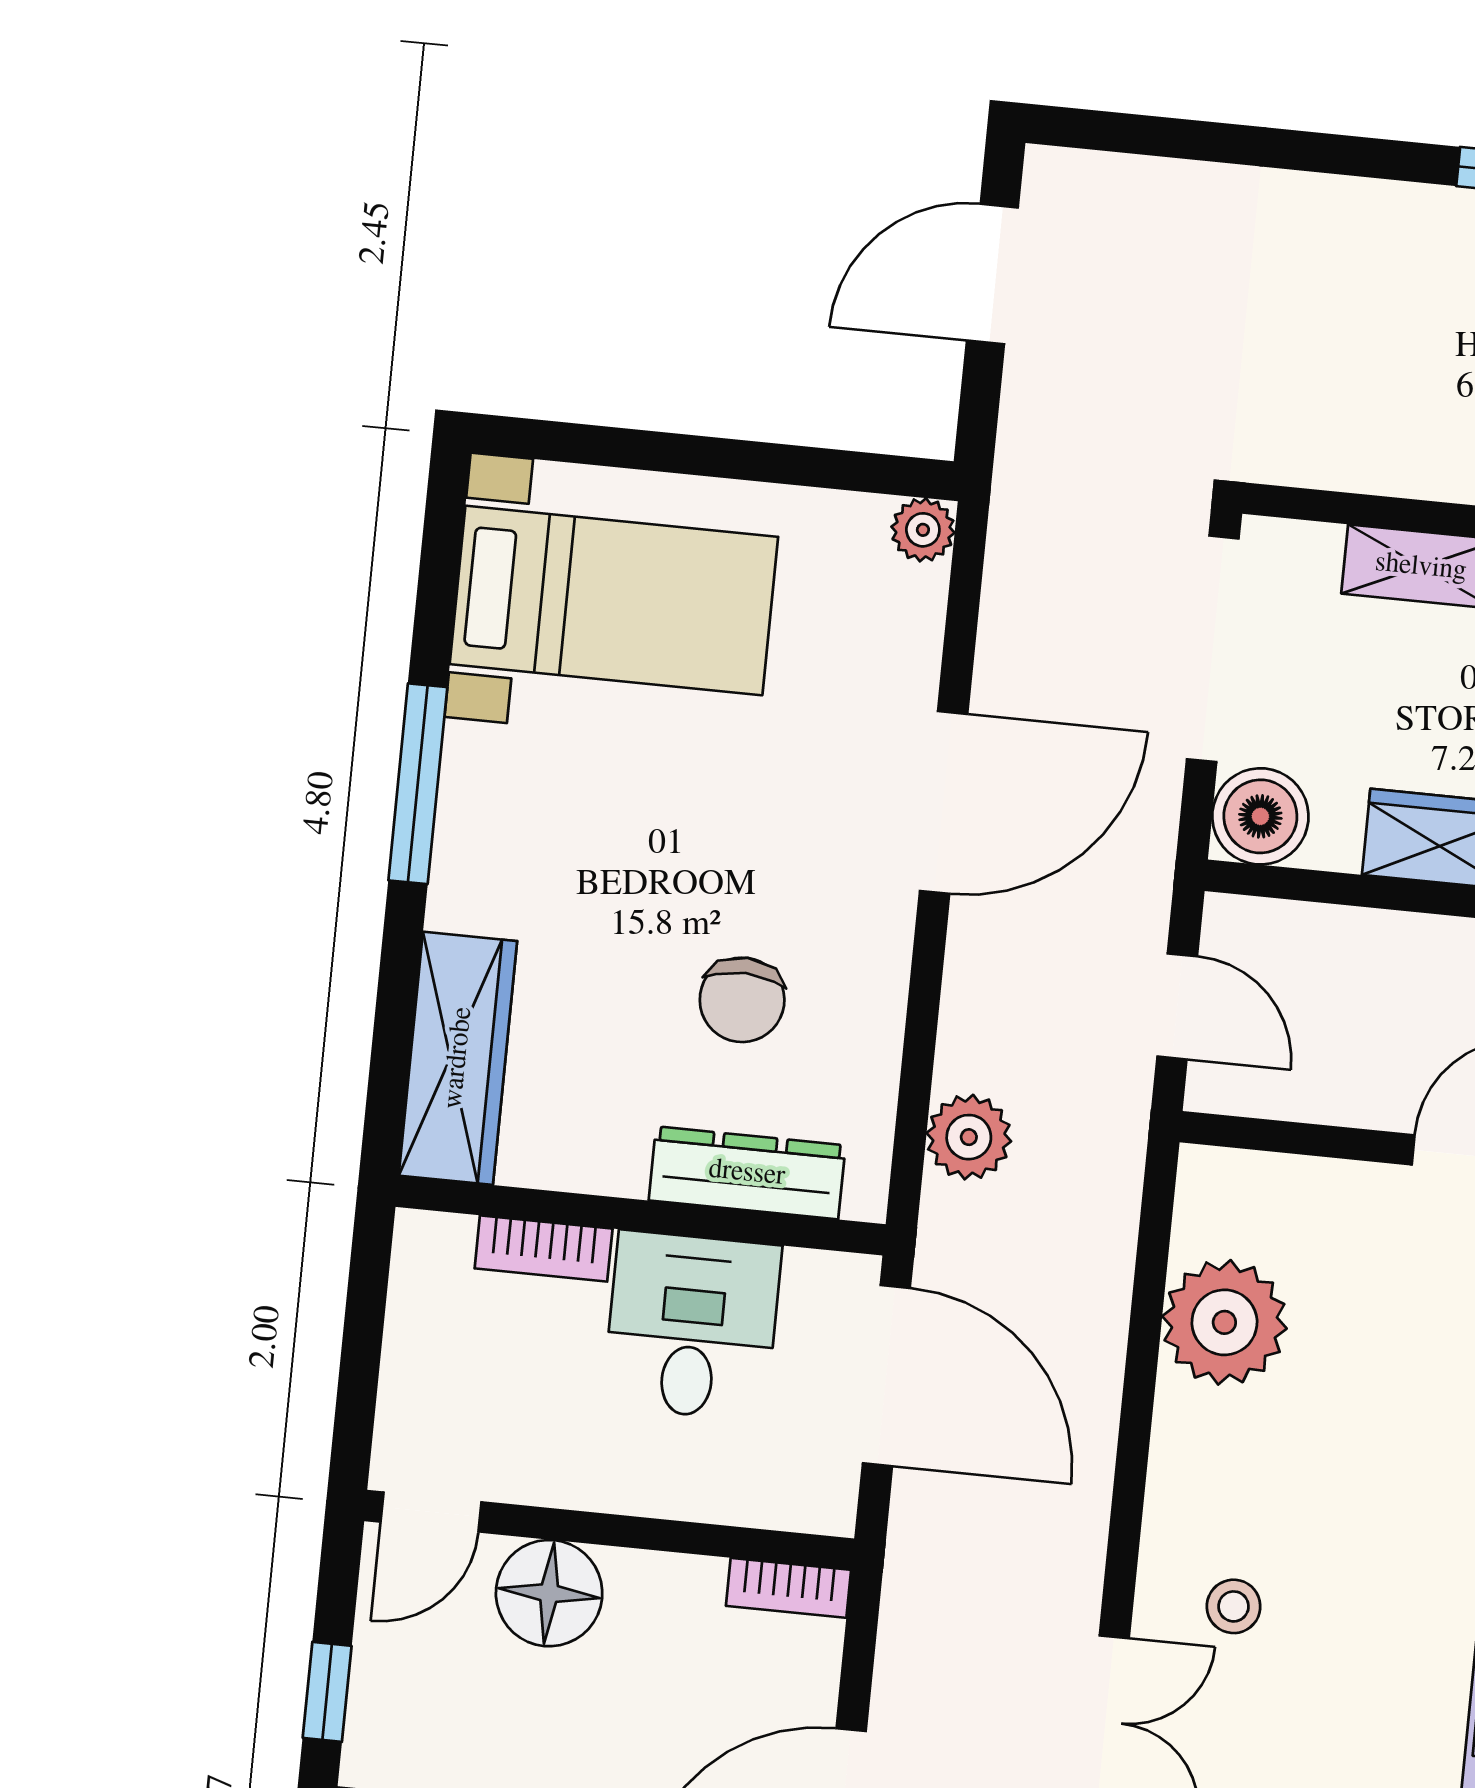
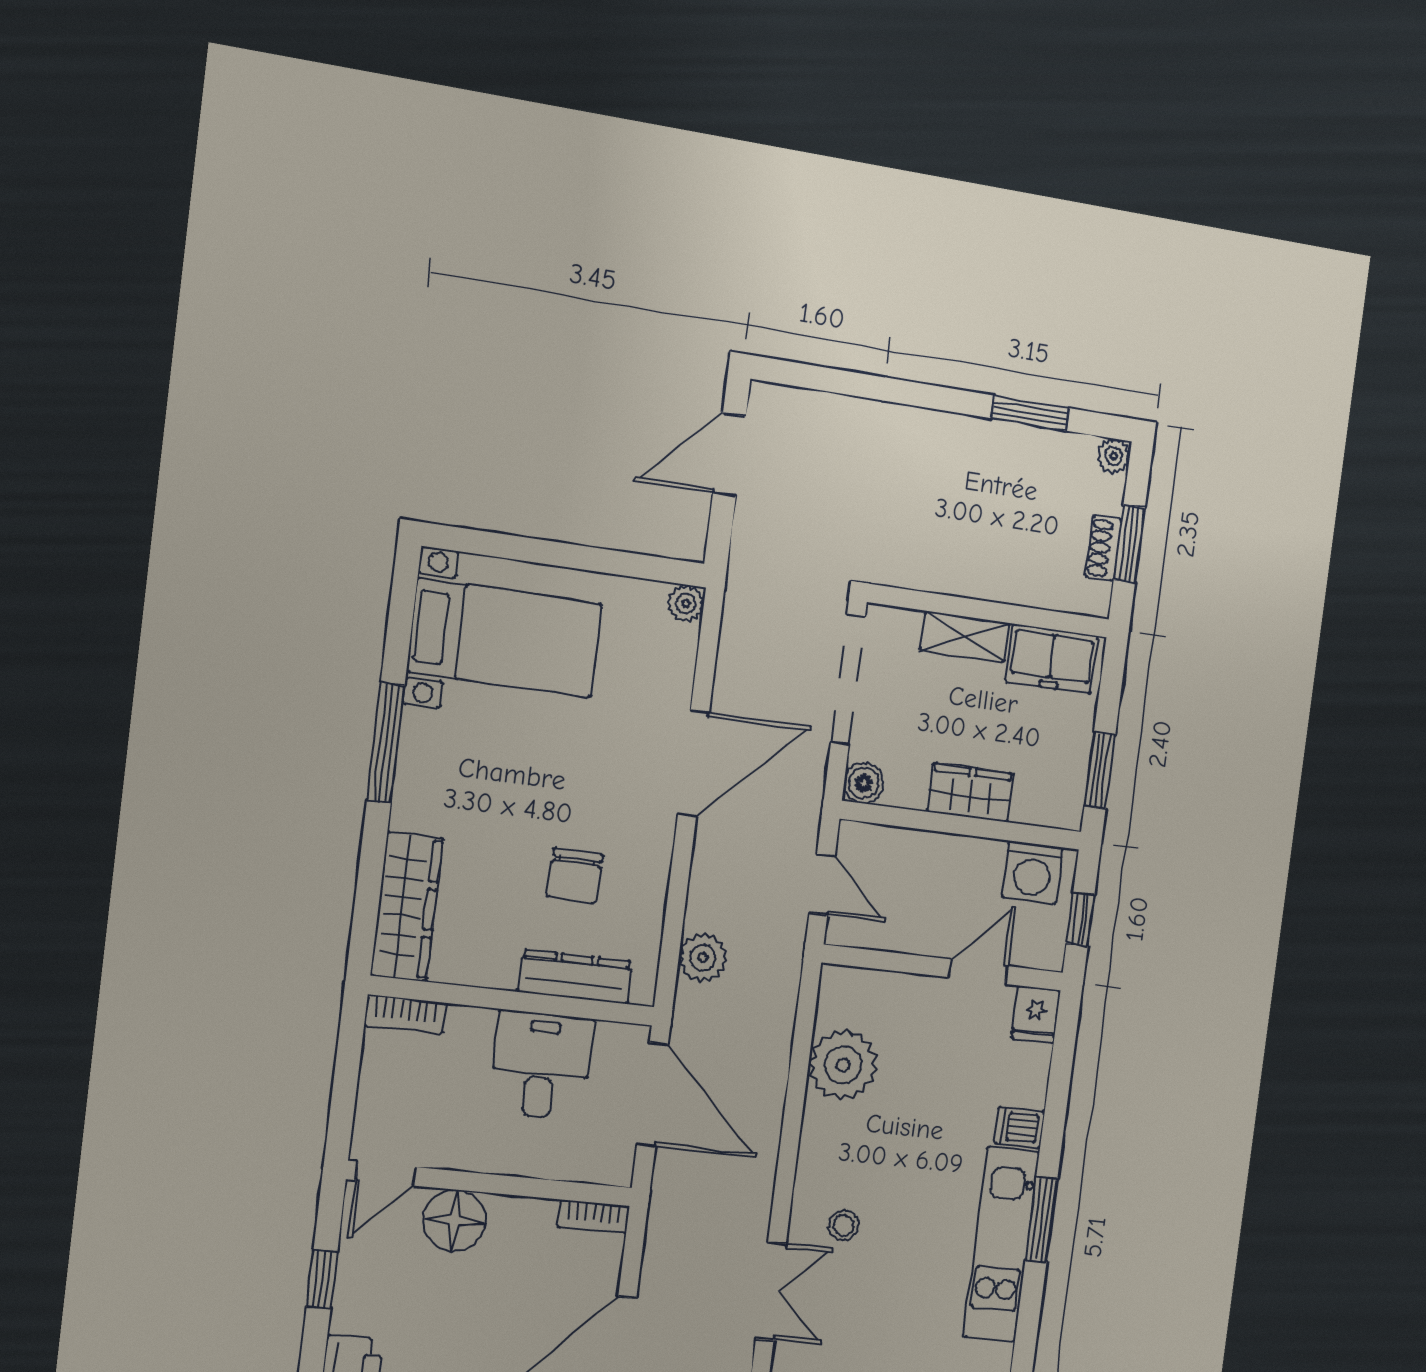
boiler: (1260, 816) -> (864, 783), width x0.73, depth x0.73
bookcase: (544, 1249) -> (405, 1014), moved

